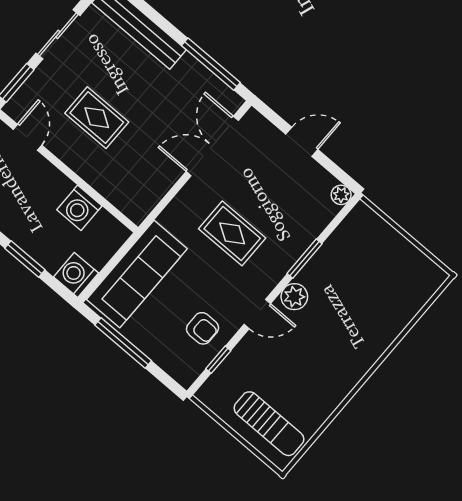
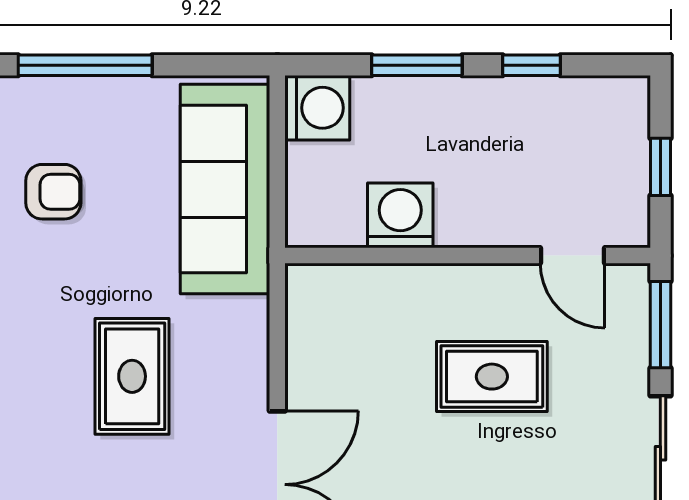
rug: (232, 233) -> (132, 376), turned 90
armchair: (202, 328) -> (53, 192), turned 180
window: (123, 343) -> (85, 65), moved

